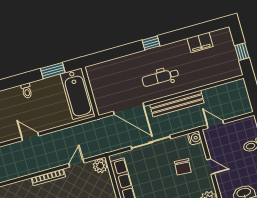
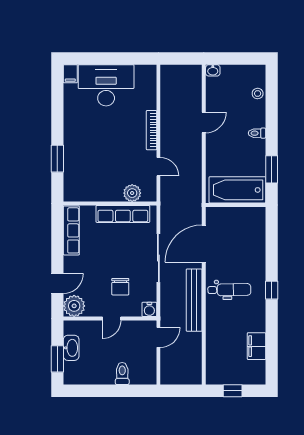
dental chair: (160, 77) -> (229, 290), turned 89
plant: (100, 166) -> (132, 193), moved
chair: (183, 167) -> (120, 287), turned -94

